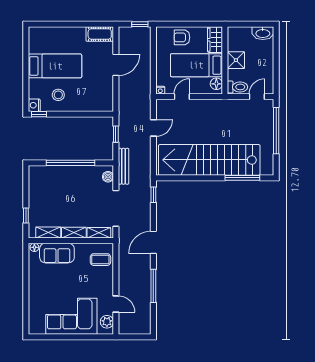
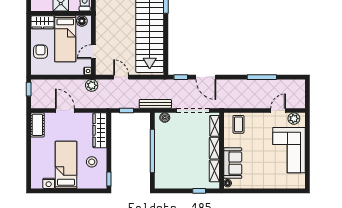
armchair: (182, 37) -> (40, 52), turned 180
plant: (144, 95) -> (92, 85), added
door: (182, 97) -> (93, 52), hinge flipped
wardrobe: (94, 104) -> (100, 130), added
nightstand: (34, 105) -> (49, 183), moved
door: (153, 242) -> (206, 77), moved

